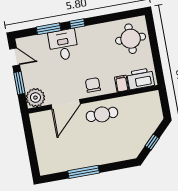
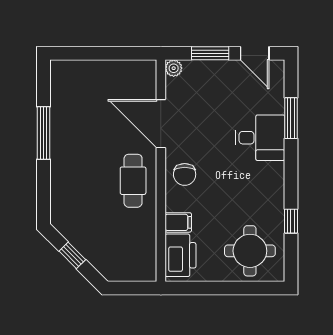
window: (77, 24) -> (291, 221), moved
door: (15, 57) -> (255, 53), hinge flipped
chair: (93, 85) -> (185, 174), turned 90
plant: (35, 98) -> (174, 68), width x0.53, depth x0.53

